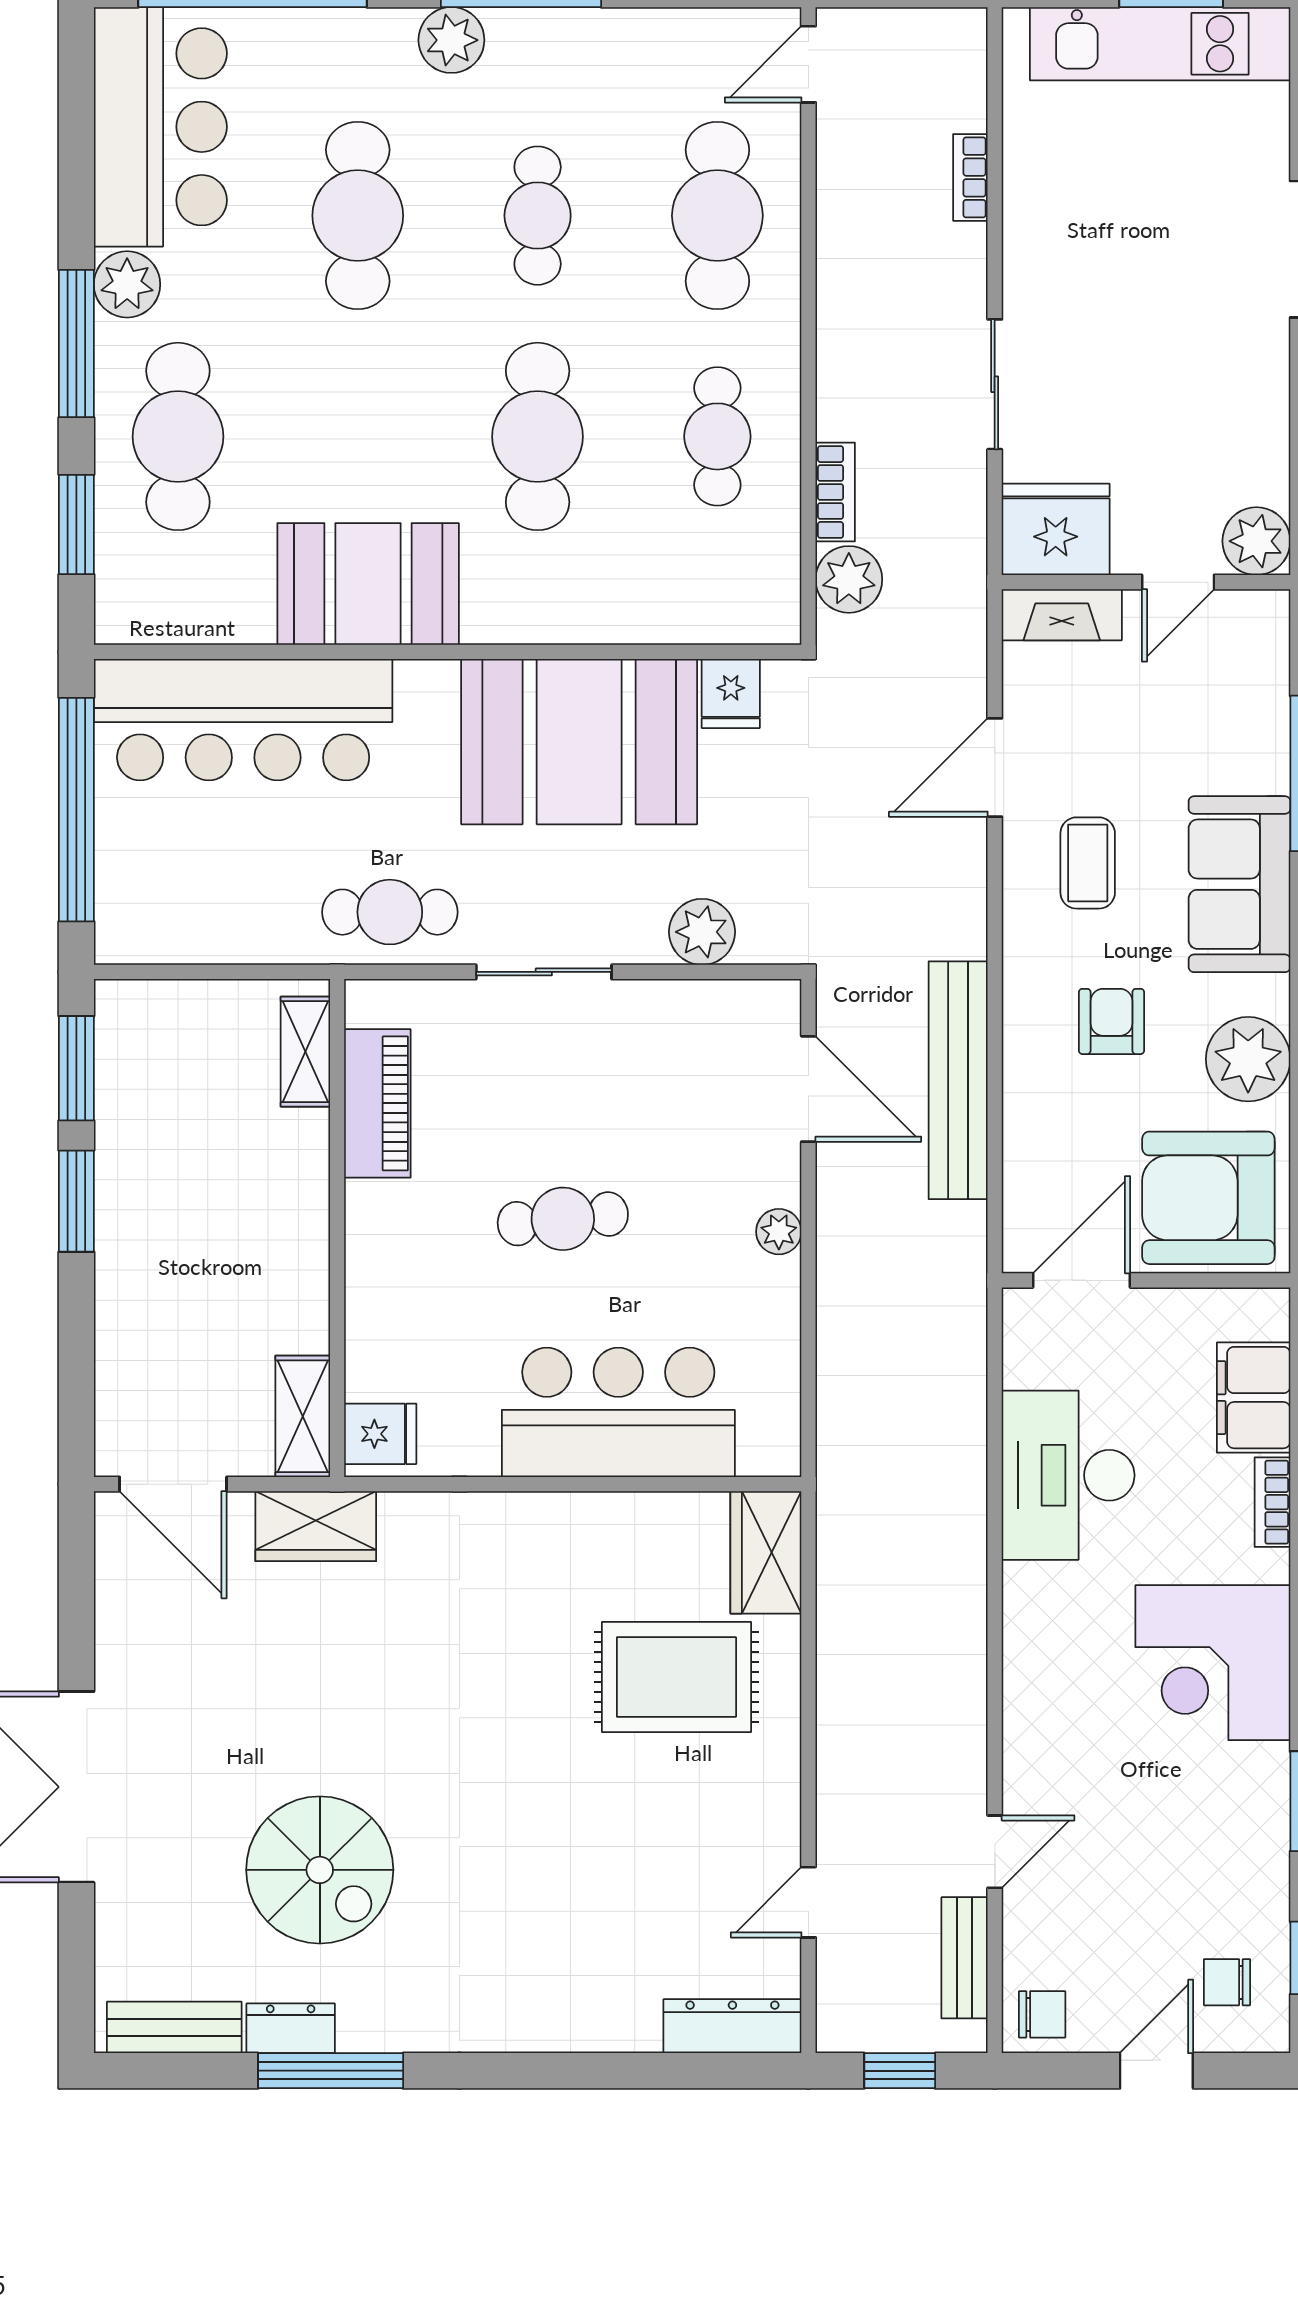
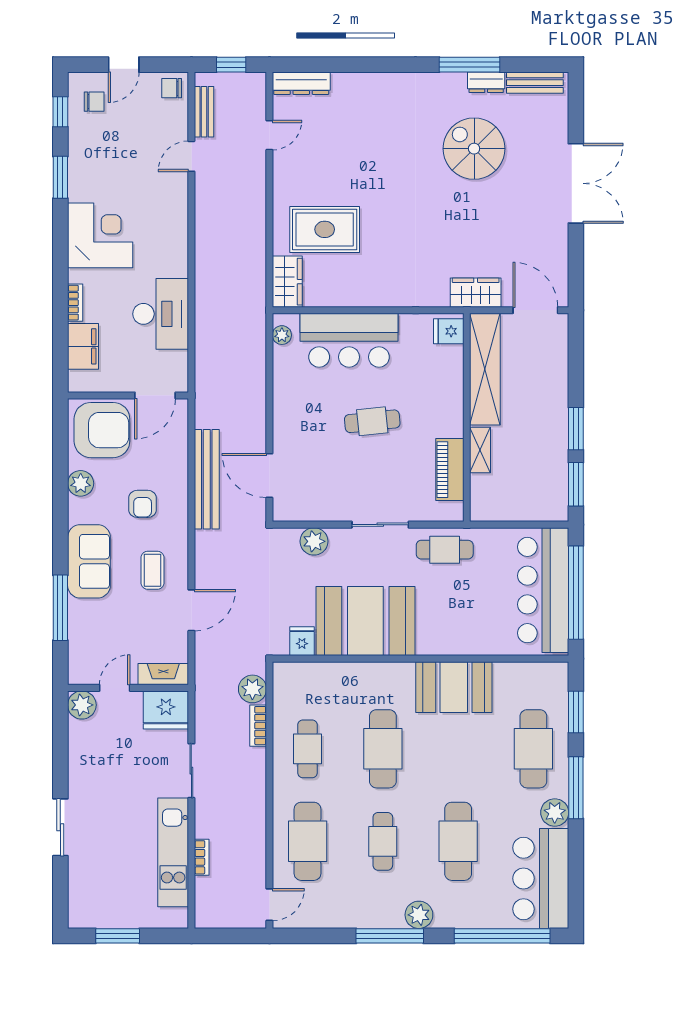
kitchen unit: (1160, 44) -> (173, 852), moved, turned -90
bar counter: (243, 720) -> (543, 590), moved, turned -90
shelving: (305, 1052) -> (480, 450), moved
plant: (1248, 1059) -> (81, 483), width x0.73, depth x0.73
plant: (779, 1232) -> (282, 335), moved
shelving: (303, 1416) -> (485, 369), width x2.20, depth x1.33

